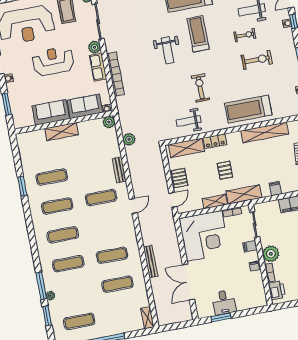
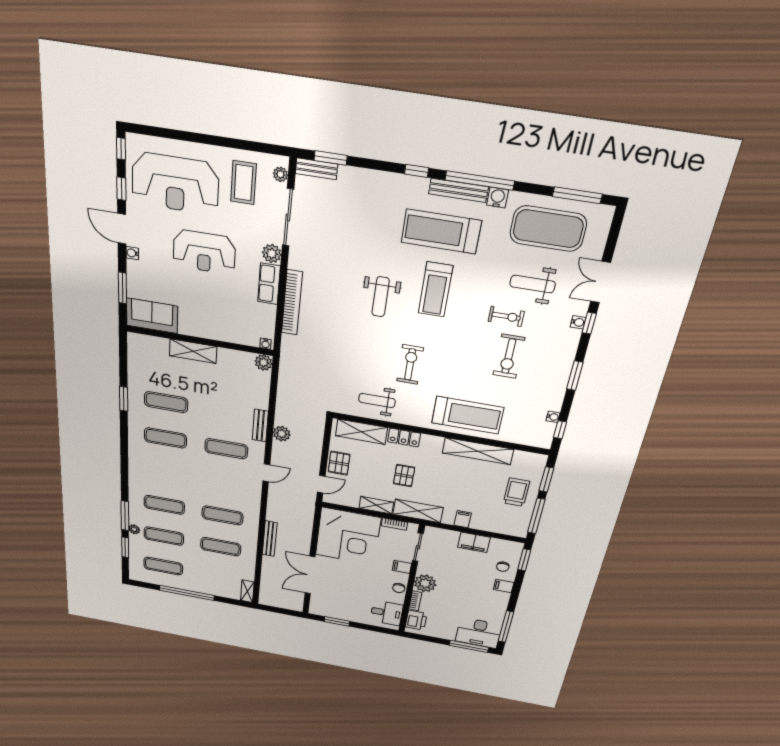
treadmill: (198, 34) -> (435, 290), turned 180
exercise bike: (257, 60) -> (509, 356), turned 90
reception desk: (53, 61) -> (204, 252), turned 180
sofa: (85, 106) -> (235, 330), removed
treadmill: (248, 109) -> (468, 415), turned 180
sofa: (51, 112) -> (152, 316), moved
plant: (129, 139) -> (282, 434), moved
exercise mat: (63, 235) -> (164, 536), moved
desk: (224, 302) -> (387, 613), moved, turned -90

